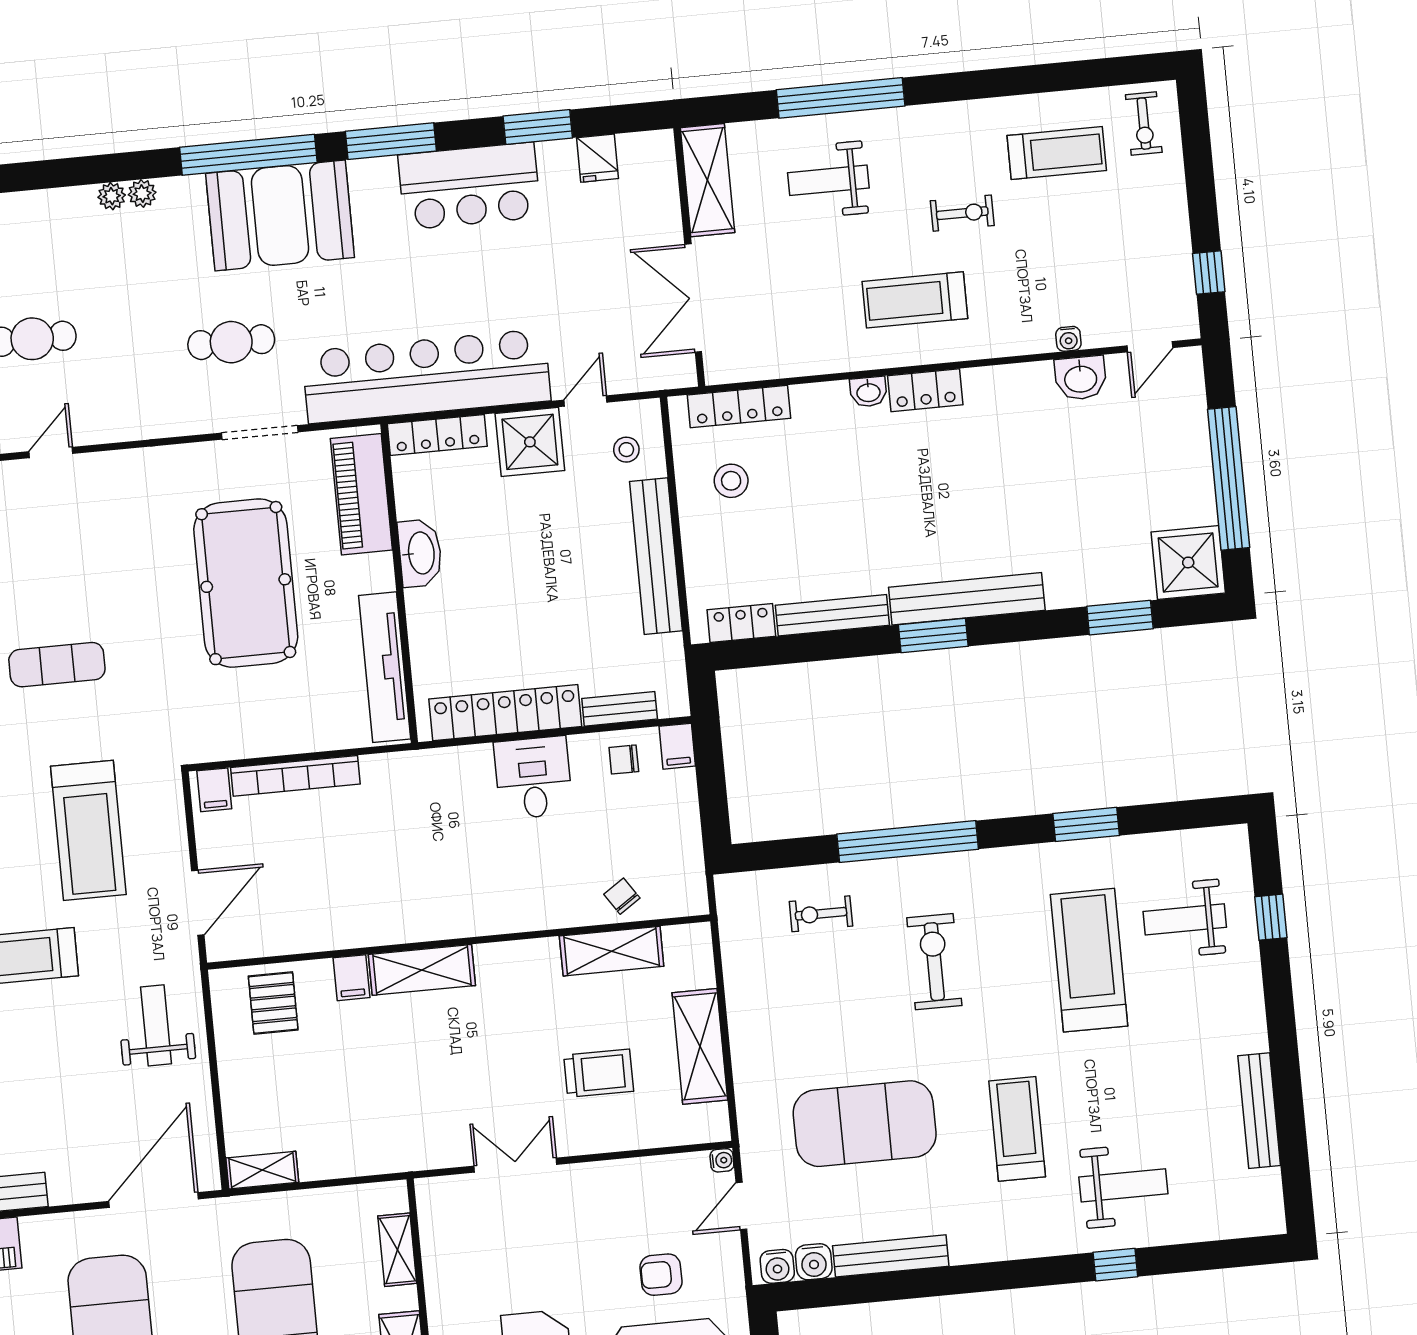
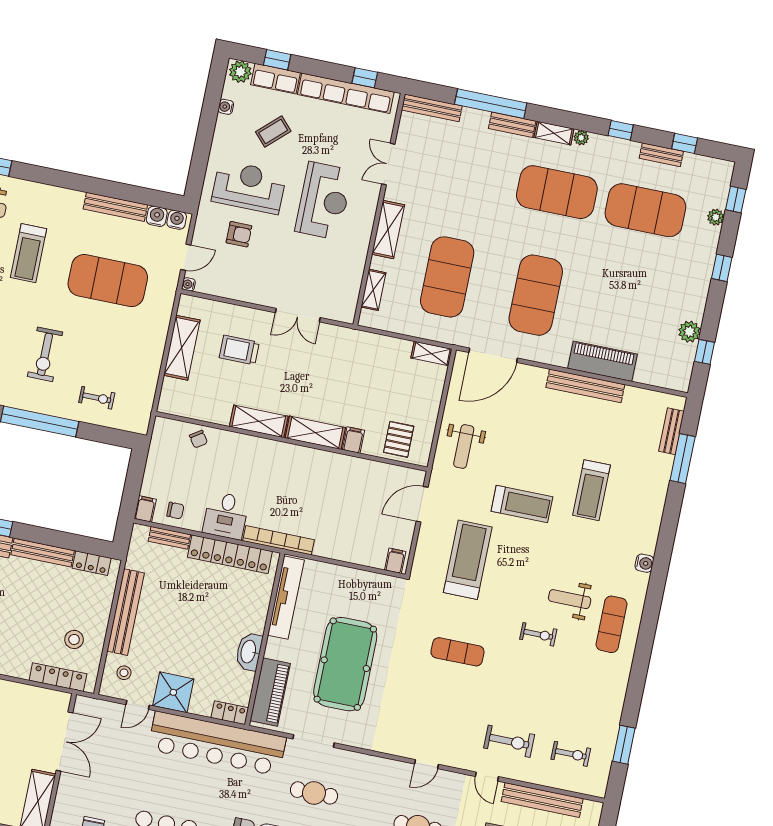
locker: (437, 435) -> (230, 713), width x0.66
bookcase: (295, 776) -> (278, 540), moved
shelving: (612, 951) -> (259, 421), moved

